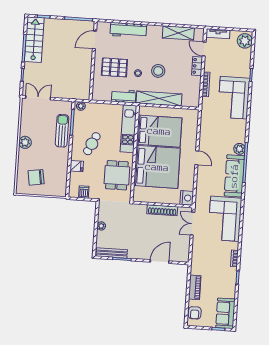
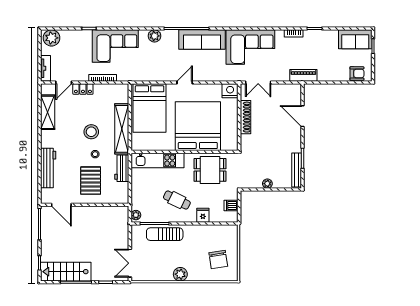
bed: (159, 131) -> (150, 108), moved, turned 180
plant: (239, 149) -> (155, 36), moved
piano: (195, 287) -> (303, 75), moved

